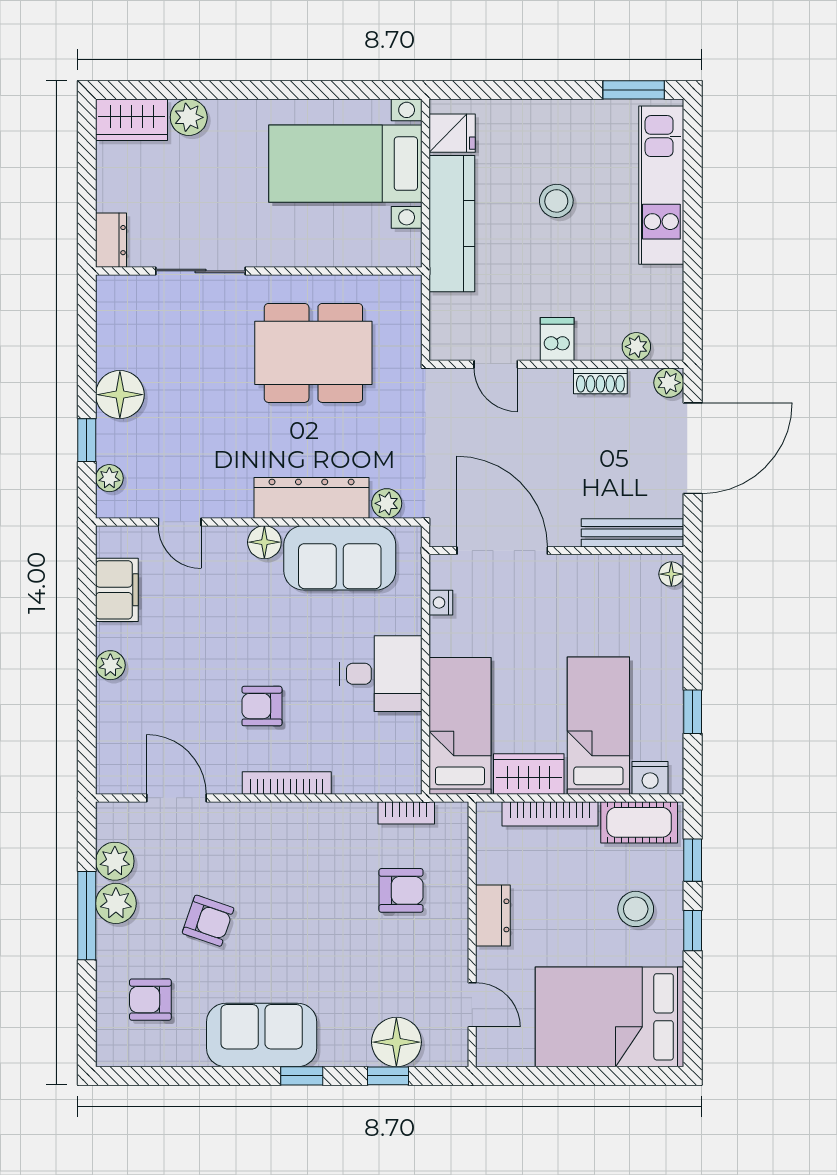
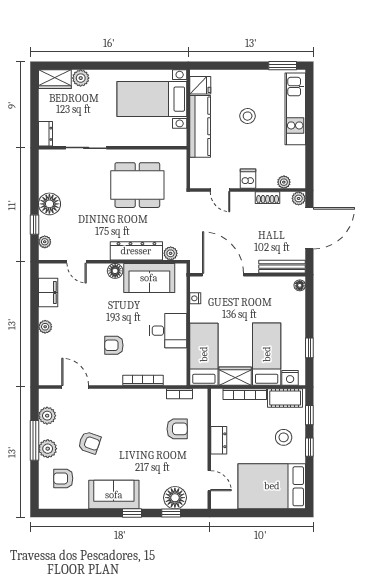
bookcase: (287, 783) -> (143, 380), moved
plant: (116, 903) -> (48, 449), moved

